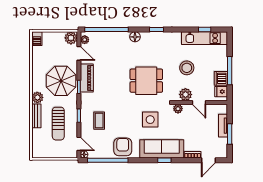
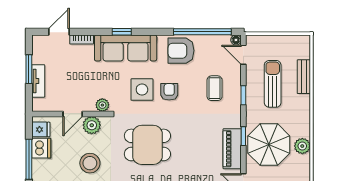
plant: (37, 97) -> (302, 146), moved
door: (199, 102) -> (73, 114), swing flipped
bench: (36, 116) -> (304, 77), moved
armchair: (131, 118) -> (169, 92), added
armchair: (123, 147) -> (181, 51), turned 90

